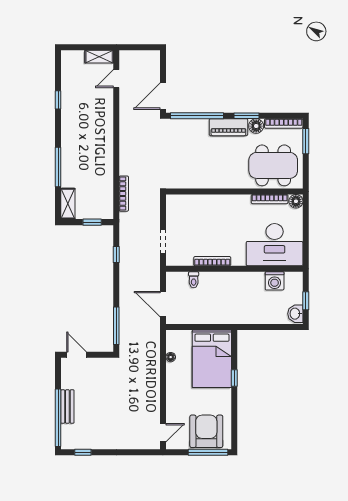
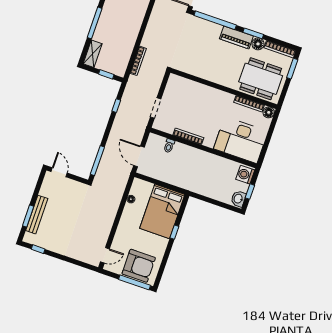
washing machine: (275, 281) -> (245, 175), moved, turned 90
bench: (67, 407) -> (37, 215), width x1.36
window: (58, 418) -> (28, 216), width x0.47
armchair: (206, 431) -> (139, 266), turned 90

